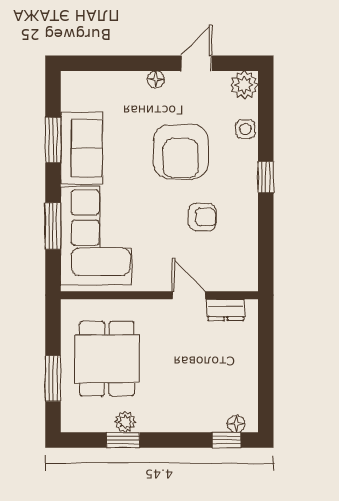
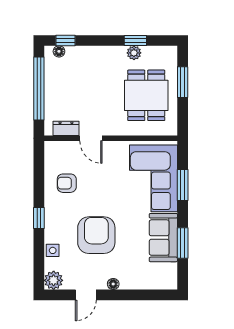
armchair: (202, 217) -> (67, 183), moved
window: (266, 369) -> (39, 89), added

